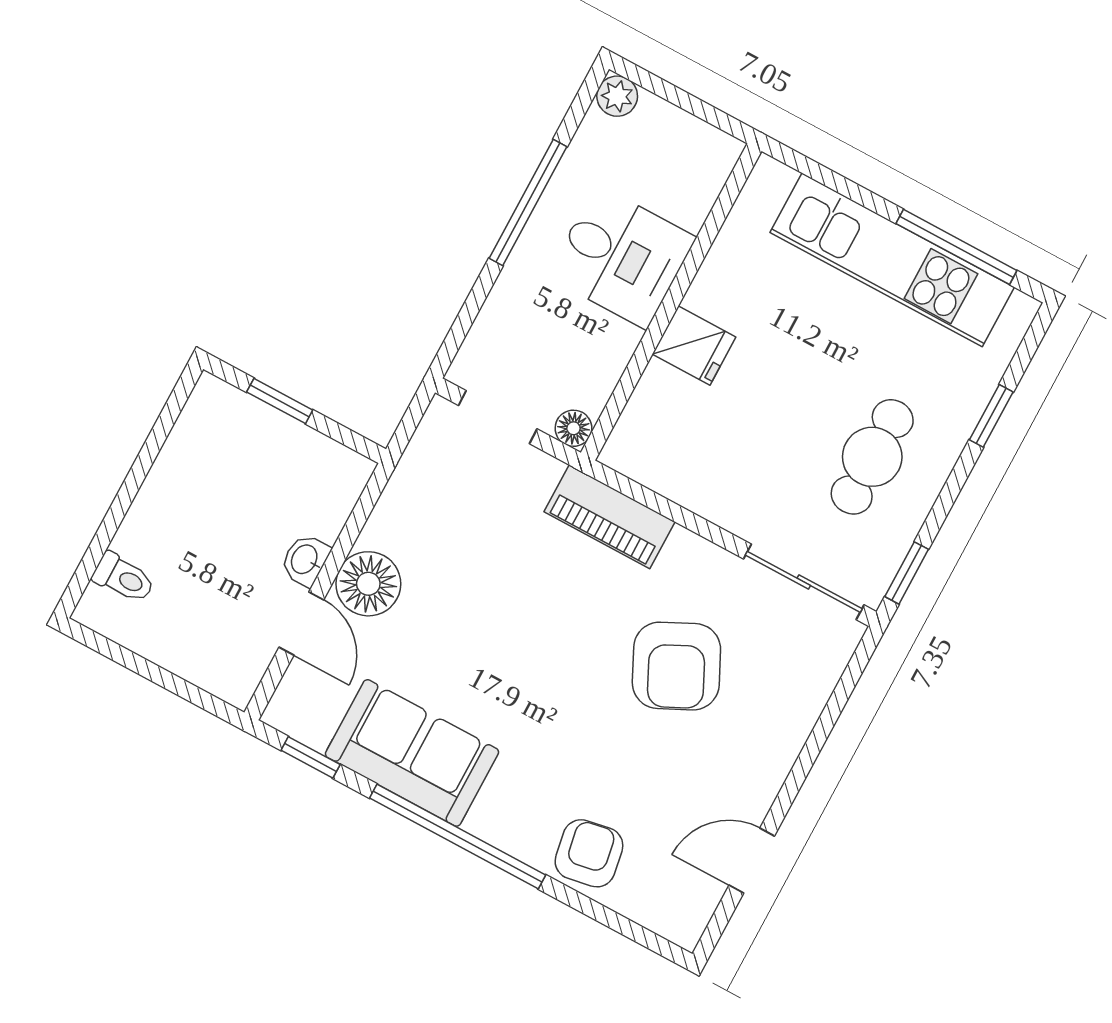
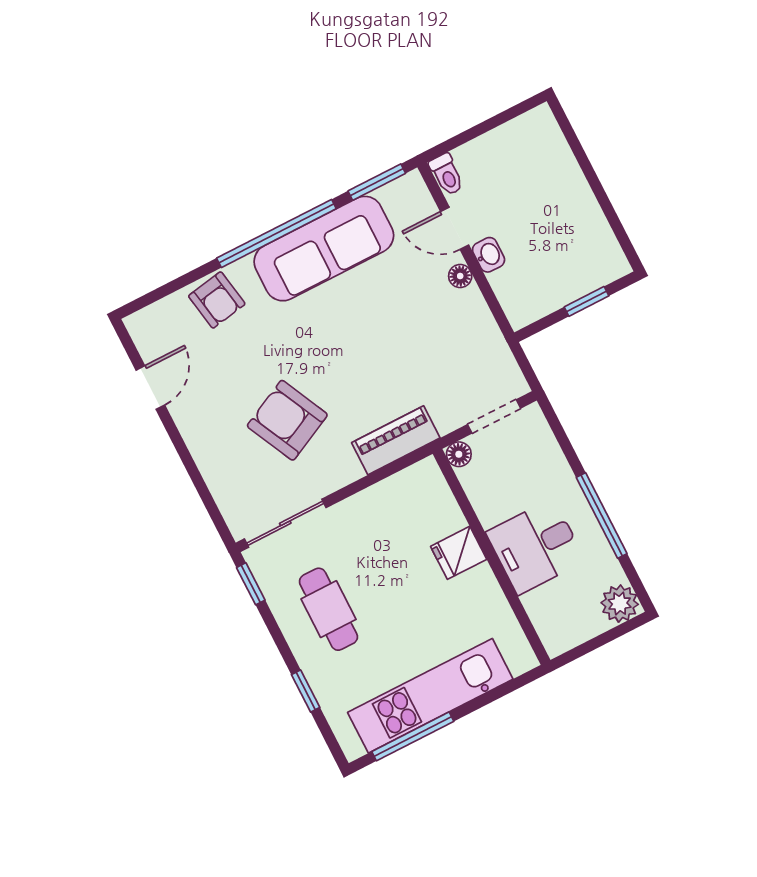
plant: (617, 96) -> (620, 604), width x1.38, depth x1.38
toilet: (124, 578) -> (447, 174), moved, turned -90
floor lamp: (368, 584) -> (460, 276), width x0.53, depth x0.53
sofa: (412, 753) -> (324, 249), width x1.36
window: (311, 757) -> (377, 182), width x1.50

